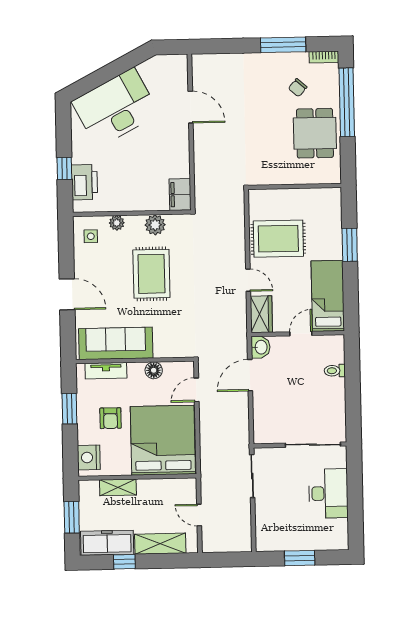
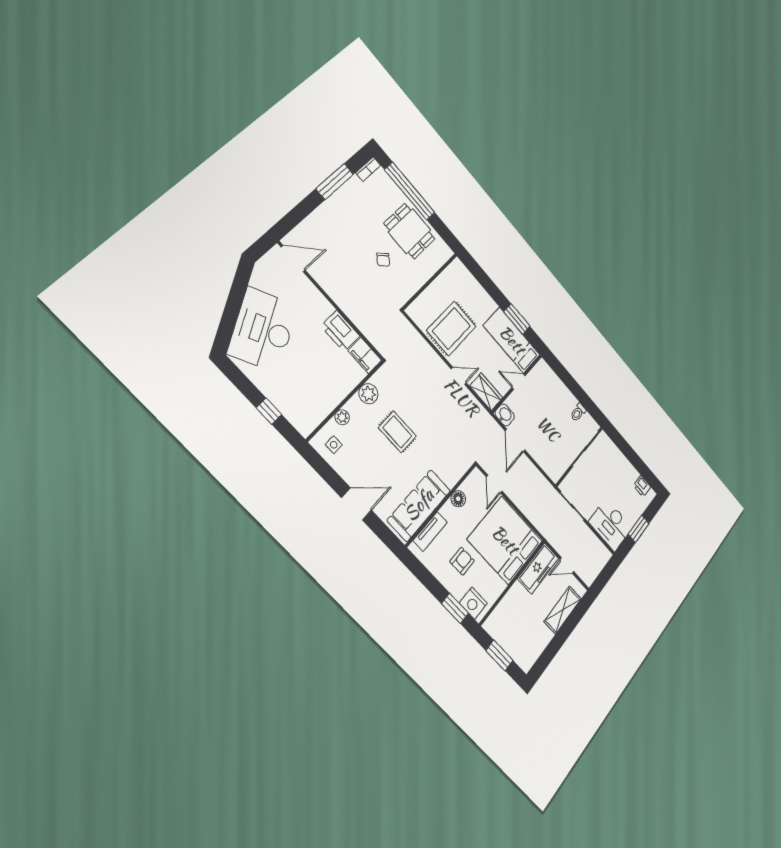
chair: (298, 88) -> (383, 260), moved
door: (191, 107) -> (293, 259), moved
printer: (85, 182) -> (340, 331), moved, turned 180
window: (350, 245) -> (517, 319), moved
rug: (151, 274) -> (397, 432), width x0.73, depth x0.70
door: (301, 334) -> (519, 382), hinge flipped
toilet: (335, 371) -> (578, 412), moved
window: (69, 409) -> (455, 608), moved
armchair: (110, 418) -> (462, 561), turned -90
shelving: (118, 487) -> (508, 603), removed
desk: (328, 493) -> (610, 525), moved, turned 180
printer: (340, 529) -> (642, 486), added
freezer: (107, 543) -> (538, 568), moved, turned 180
window: (124, 562) -> (554, 647), removed

